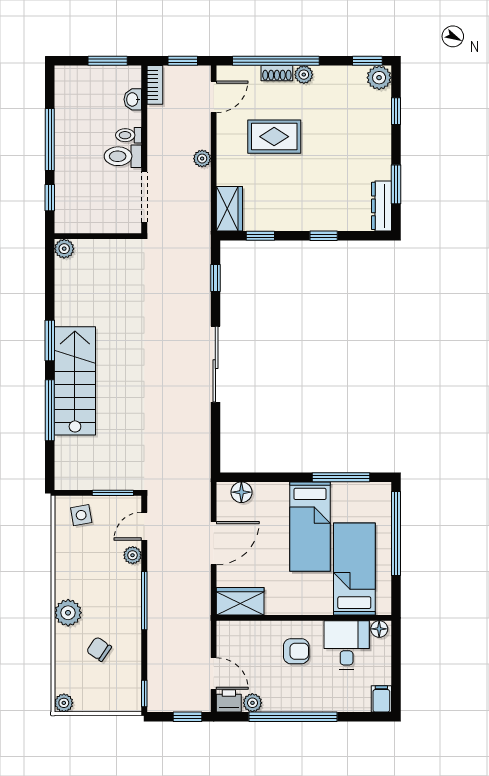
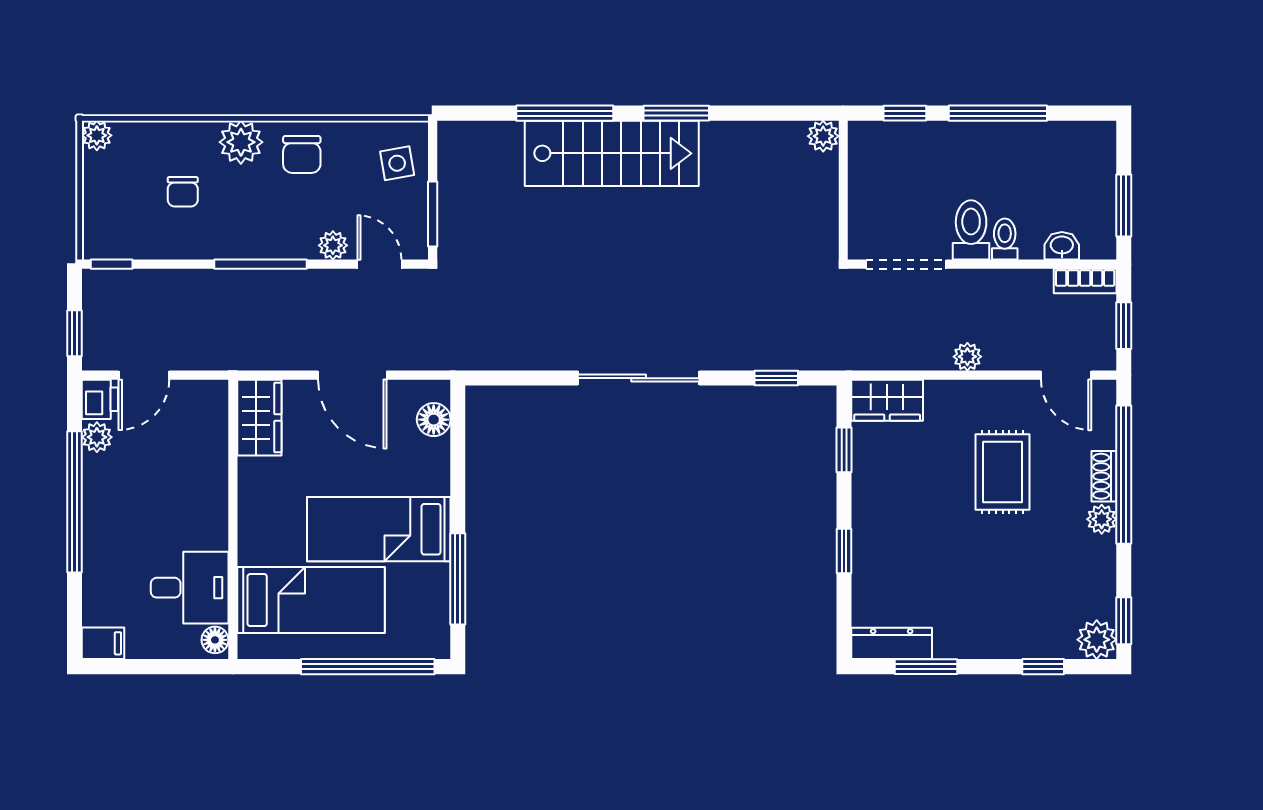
chair: (76, 575) -> (302, 154), added
chair: (99, 649) -> (183, 192), turned 146
armchair: (296, 651) -> (179, 507), removed

